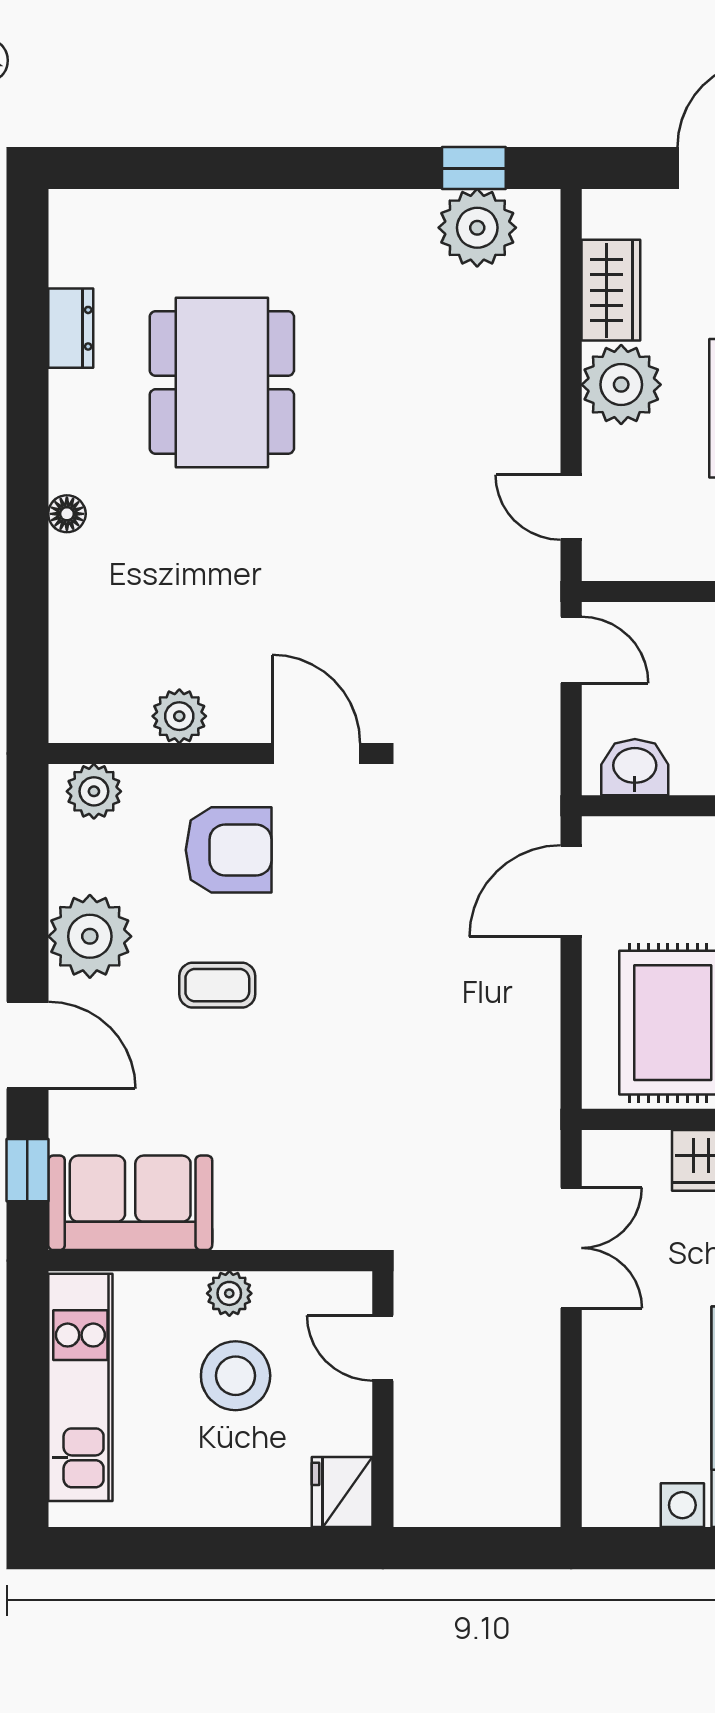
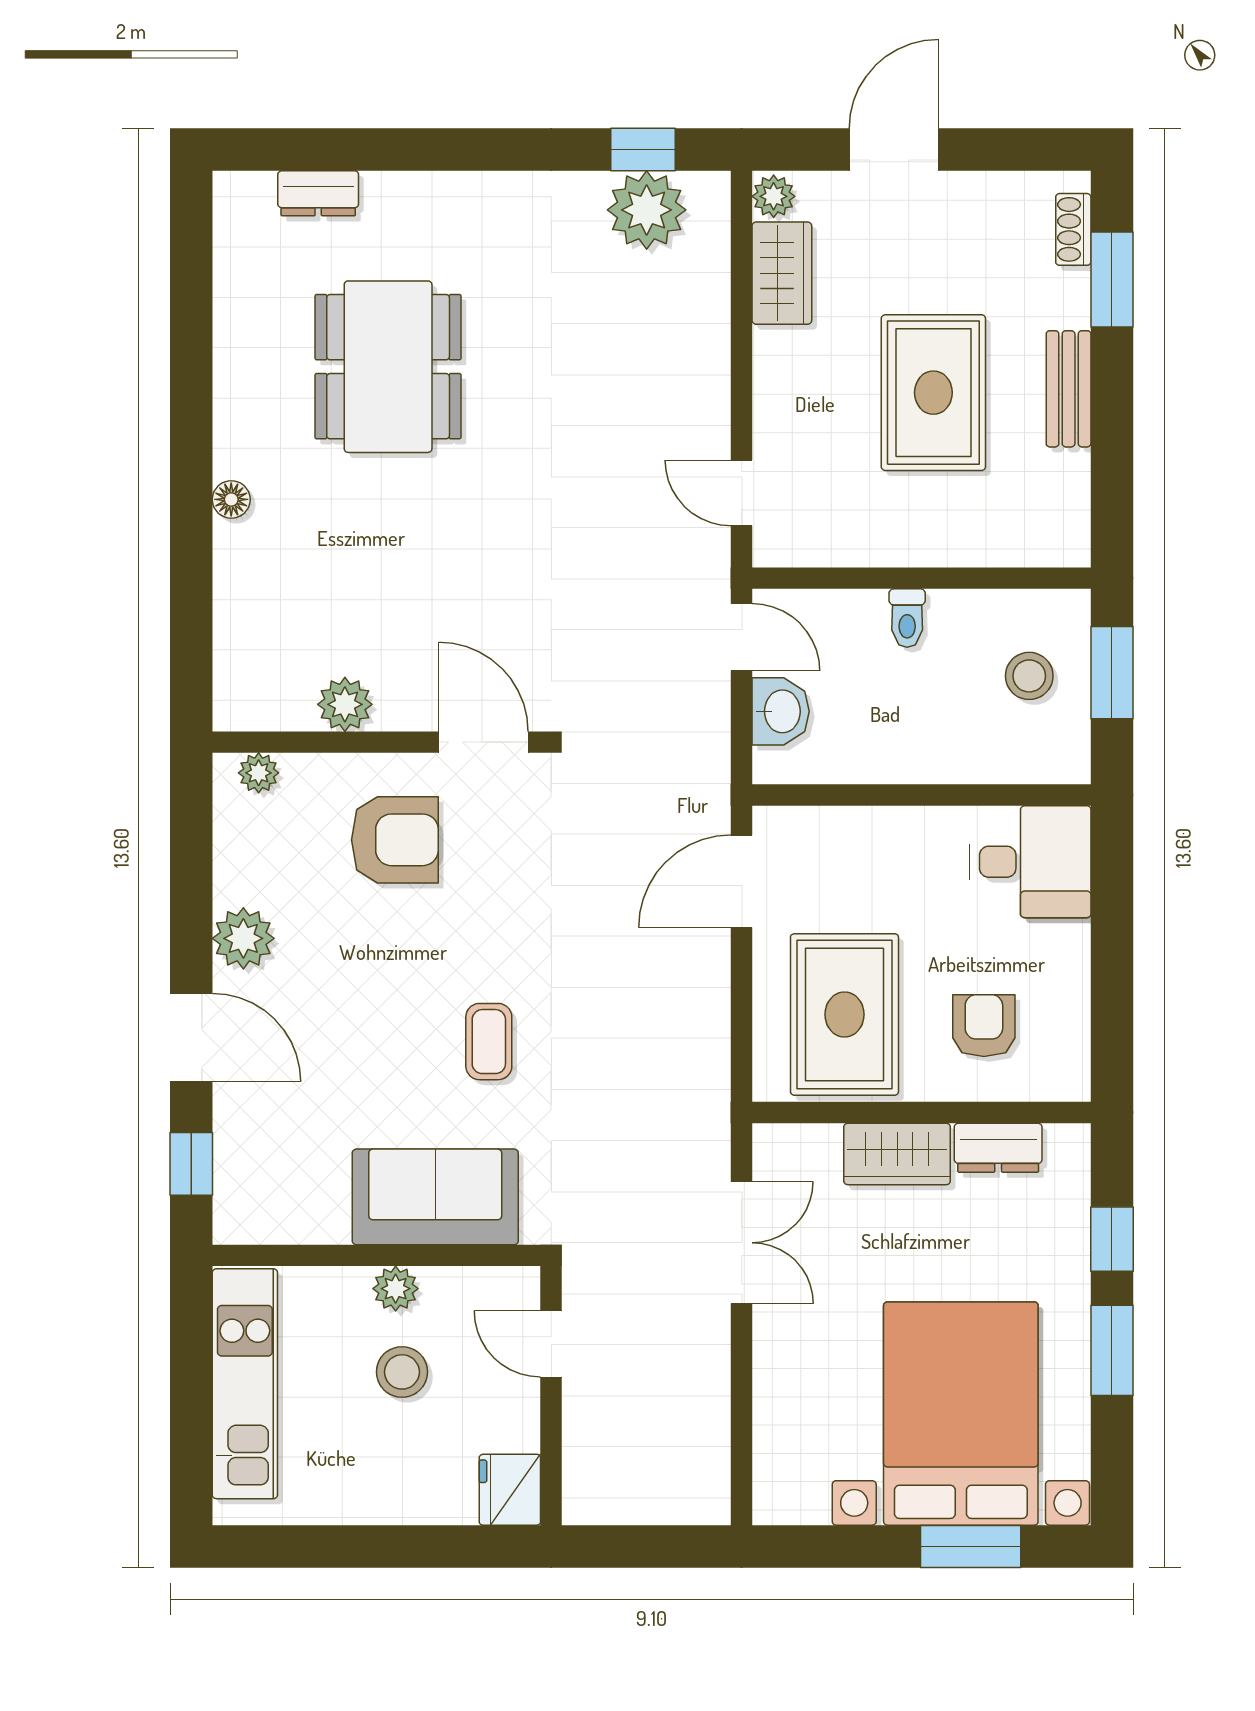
dresser: (71, 328) -> (318, 193), moved, turned 90
plant: (621, 385) -> (774, 196), moved, width x0.53, depth x0.53
washbasin: (635, 767) -> (781, 711), moved, turned 90
plant: (94, 791) -> (259, 773), width x0.73, depth x0.73
plant: (90, 936) -> (243, 938), width x0.73, depth x0.73
coffee table: (217, 985) -> (489, 1042), moved, turned 90
sofa: (130, 1203) -> (435, 1197), moved
stool: (236, 1376) -> (402, 1372), width x0.73, depth x0.73

